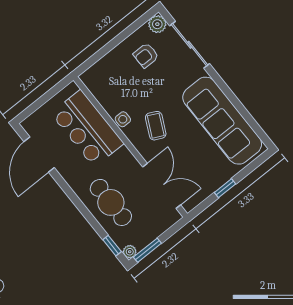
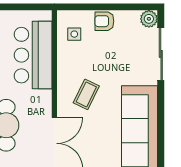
armchair: (146, 55) -> (104, 21), moved
side table: (123, 119) -> (74, 34), moved

